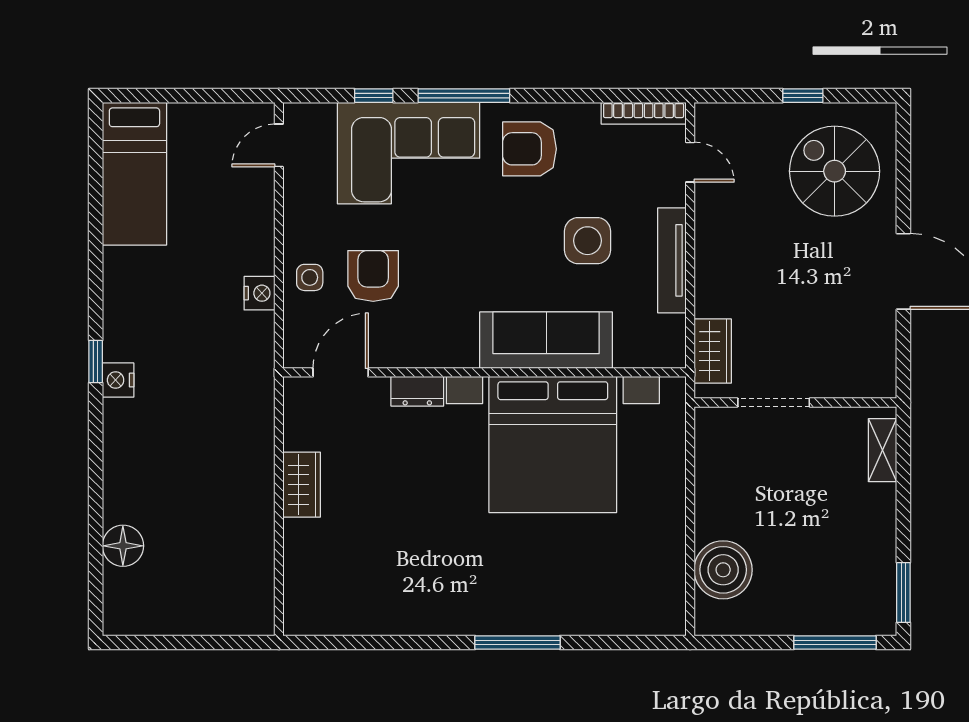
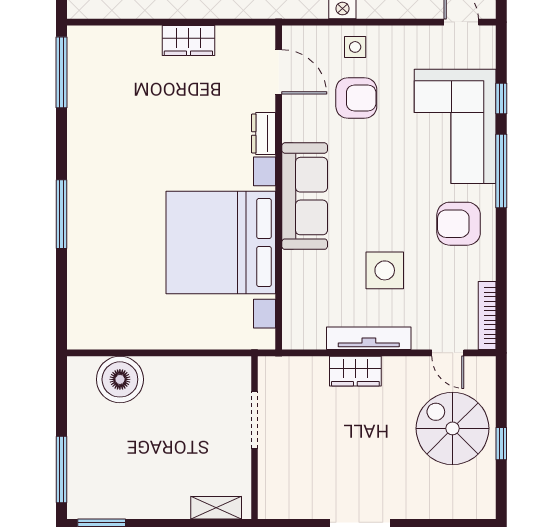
armchair: (529, 149) -> (459, 224), turned -90
door: (690, 162) -> (448, 353), hinge flipped
spiral stairs: (835, 171) -> (452, 428), moved, turned -90
sofa: (546, 340) -> (305, 196), moved
wardrobe: (713, 351) -> (355, 371), moved
window: (341, 643) -> (61, 72), added

